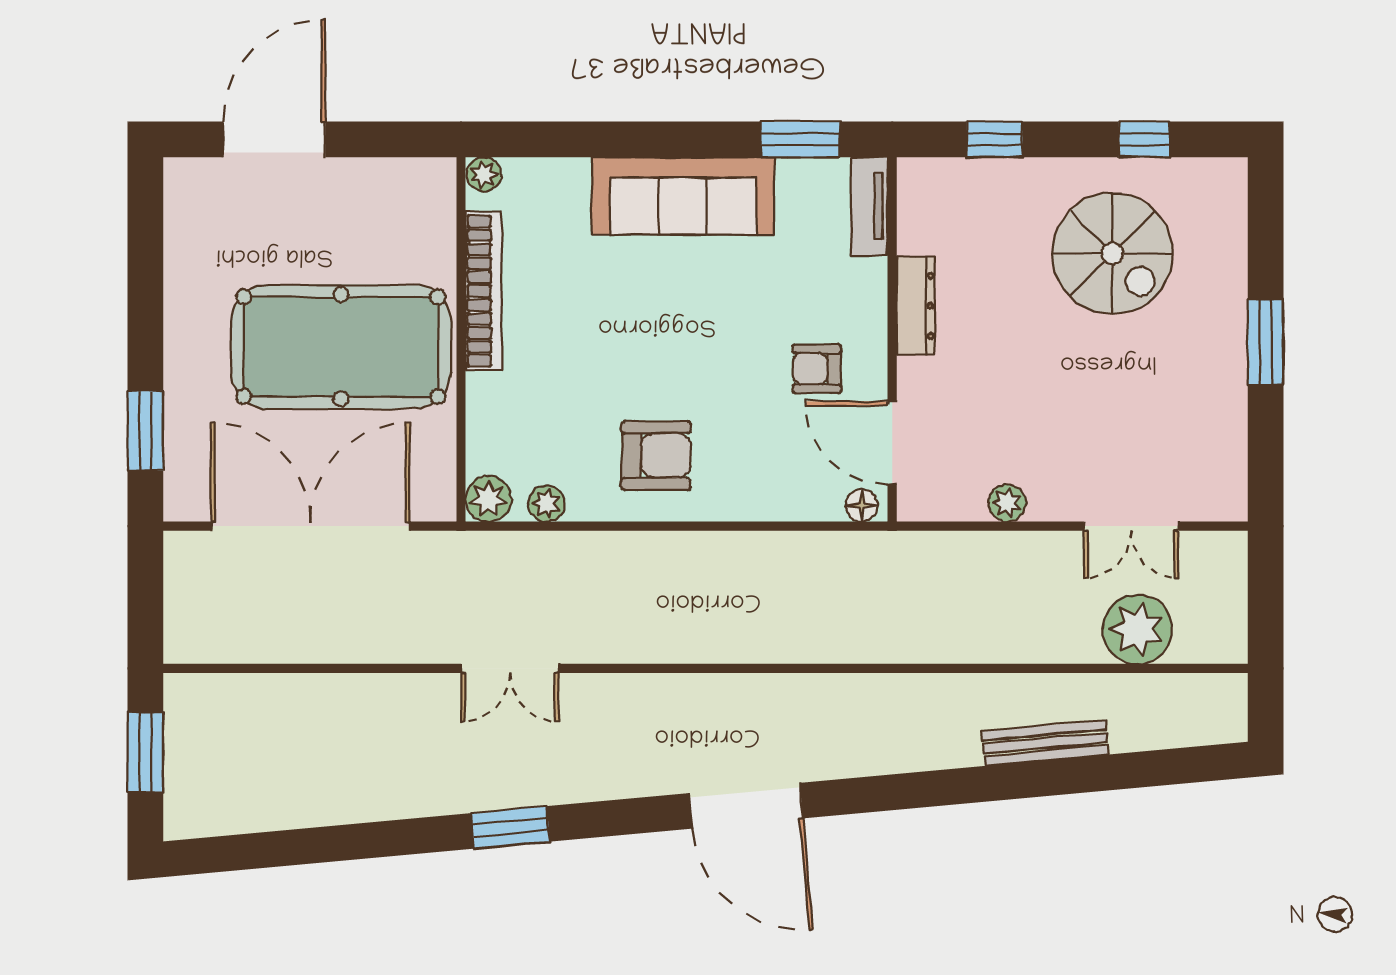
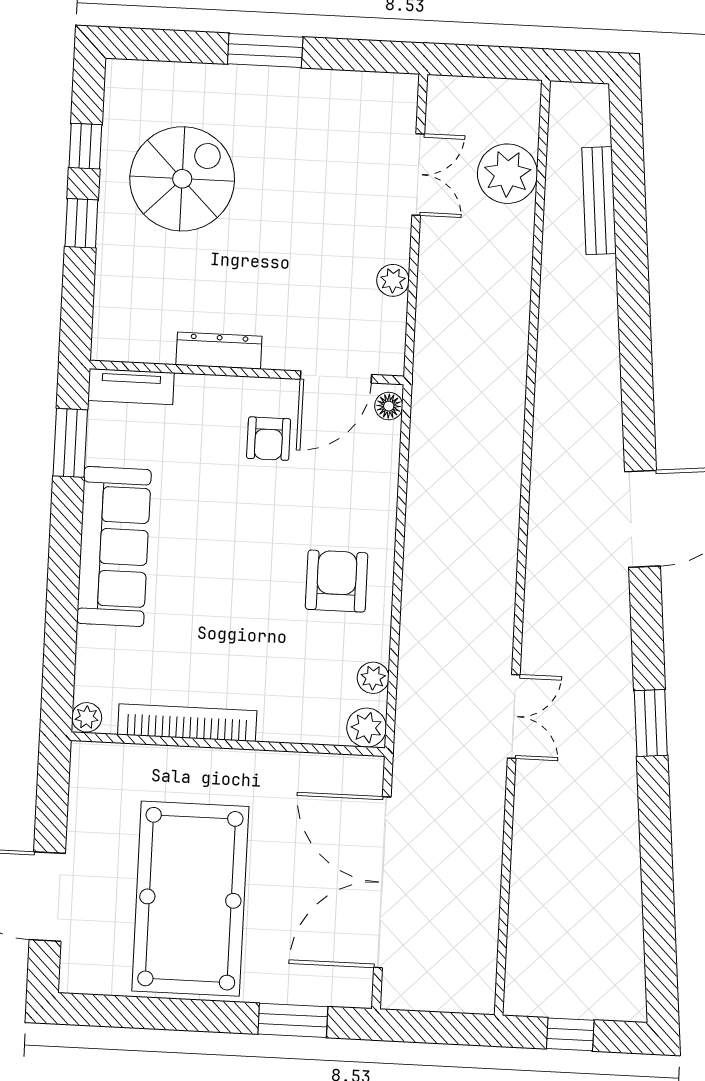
window: (995, 139) -> (81, 223), moved
pool table: (341, 347) -> (190, 899), moved
bench: (1045, 743) -> (599, 201), moved
window: (145, 752) -> (570, 1034), width x0.67

